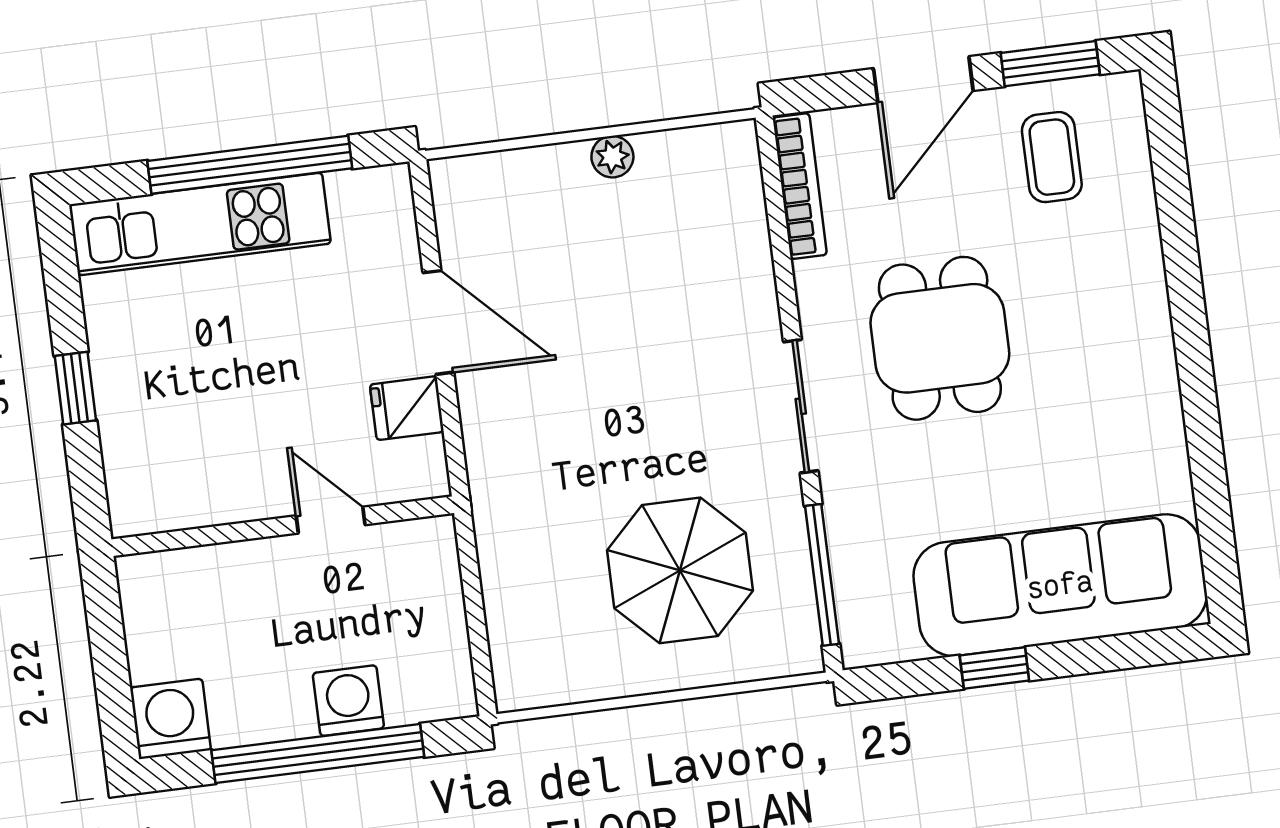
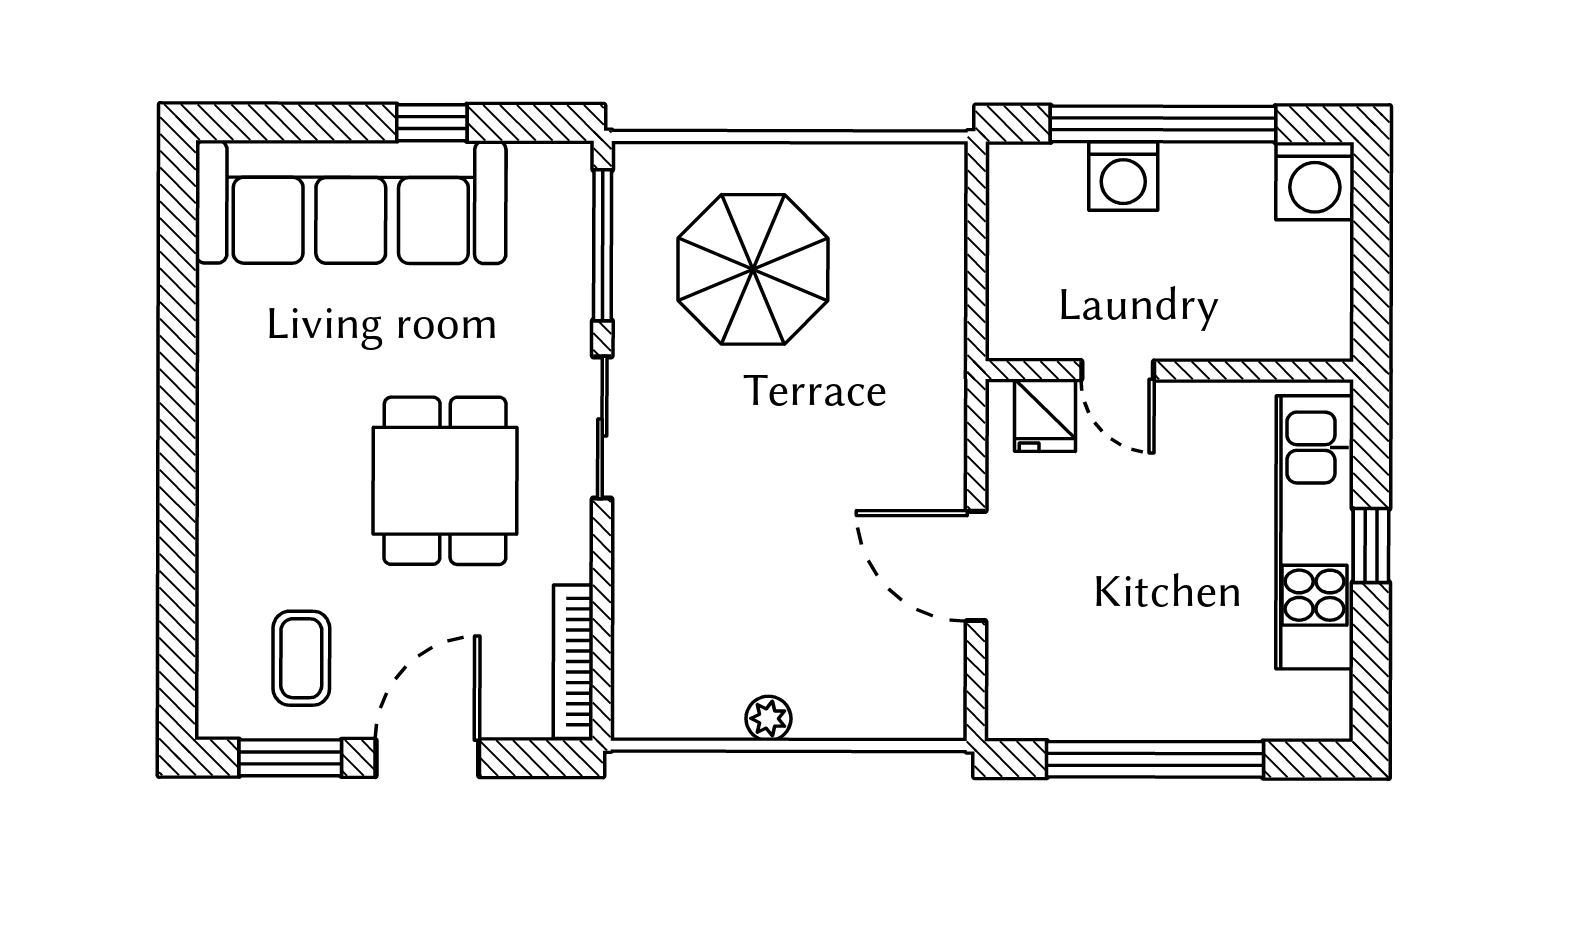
kitchen unit: (200, 224) -> (1315, 532), moved, turned -90
fridge: (407, 408) -> (1045, 415), moved, turned 90

